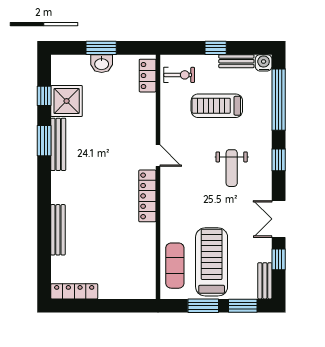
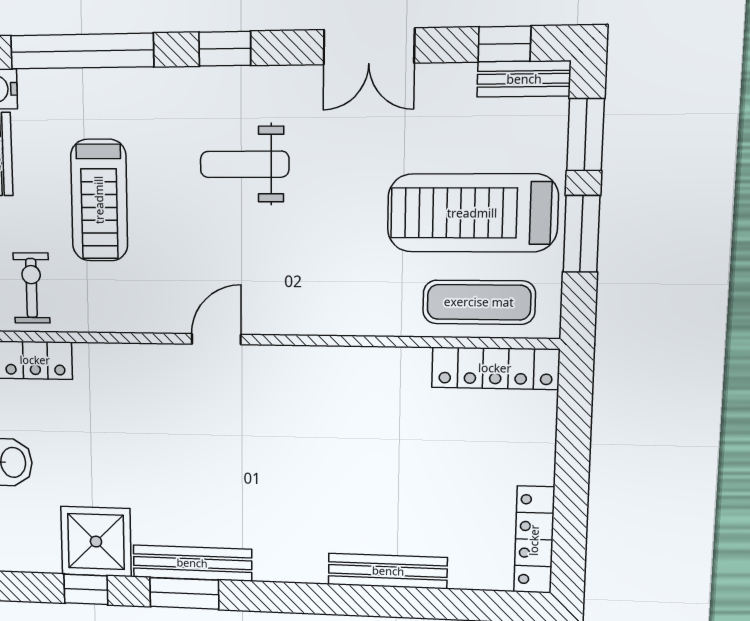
weight bench: (232, 168) -> (245, 164), turned 180
locker: (147, 196) -> (495, 368), moved
window: (279, 259) -> (504, 44), moved

